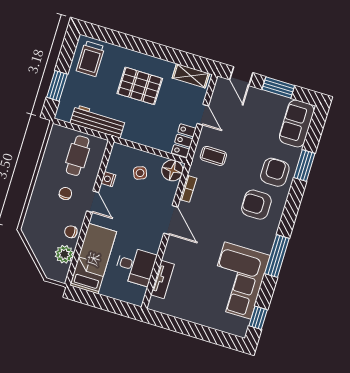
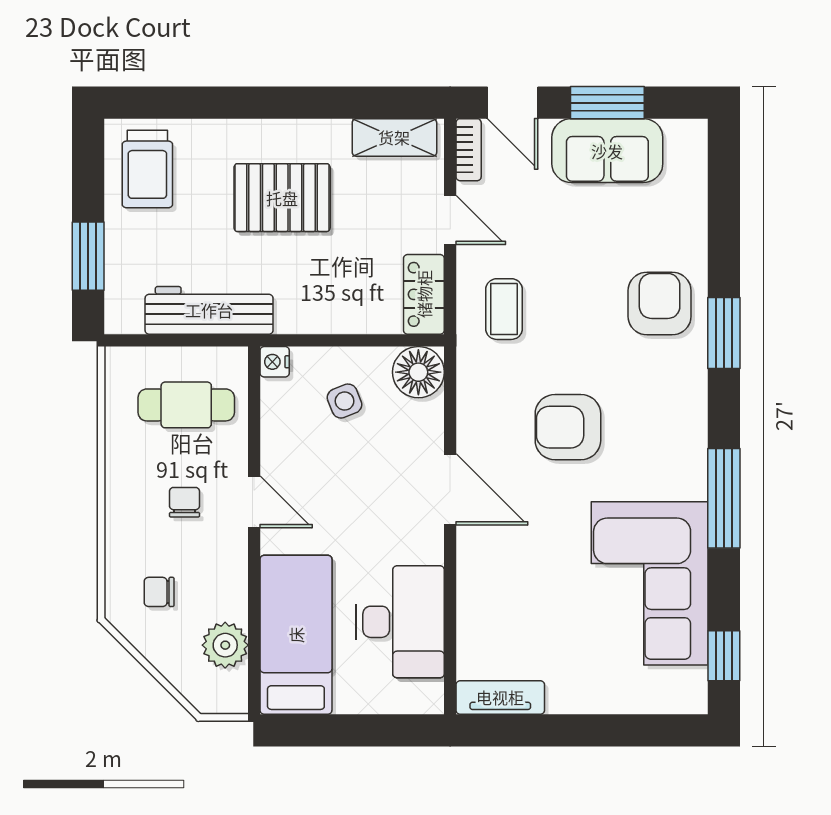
sofa: (297, 123) -> (607, 151), moved, turned -90
cafe table: (78, 156) -> (186, 405), turned 90
coffee table: (213, 156) -> (504, 309), turned 90
window: (304, 166) -> (724, 333), moved
nightstand: (108, 179) -> (275, 362), moved
bookcase: (188, 189) -> (469, 150), moved
armchair: (256, 205) -> (568, 427), moved
chair: (71, 232) -> (159, 592), moved
desk: (135, 266) -> (400, 622), width x1.37
tv unit: (163, 279) -> (500, 697), moved, turned -90

